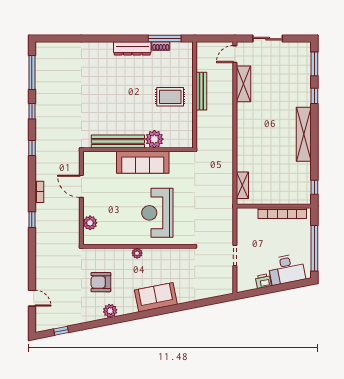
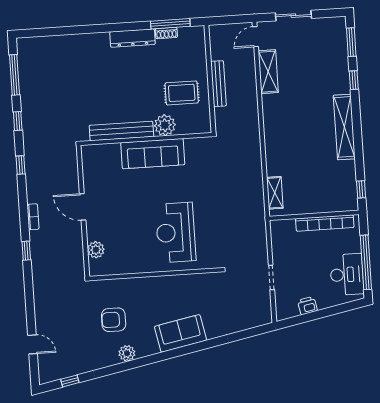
plant: (154, 139) -> (165, 125), moved
bench: (118, 142) -> (121, 131), moved
wall: (138, 150) -> (146, 139), moved
sofa: (143, 162) -> (153, 154), moved
plant: (137, 253) -> (155, 282), removed
desk: (286, 269) -> (347, 275), moved, turned -79

